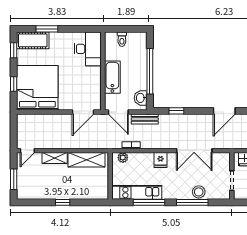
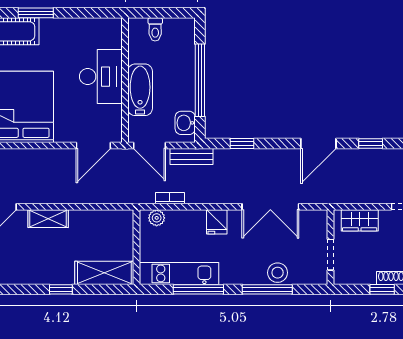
desk: (88, 49) -> (101, 77), moved
shelving: (87, 160) -> (104, 273), moved

